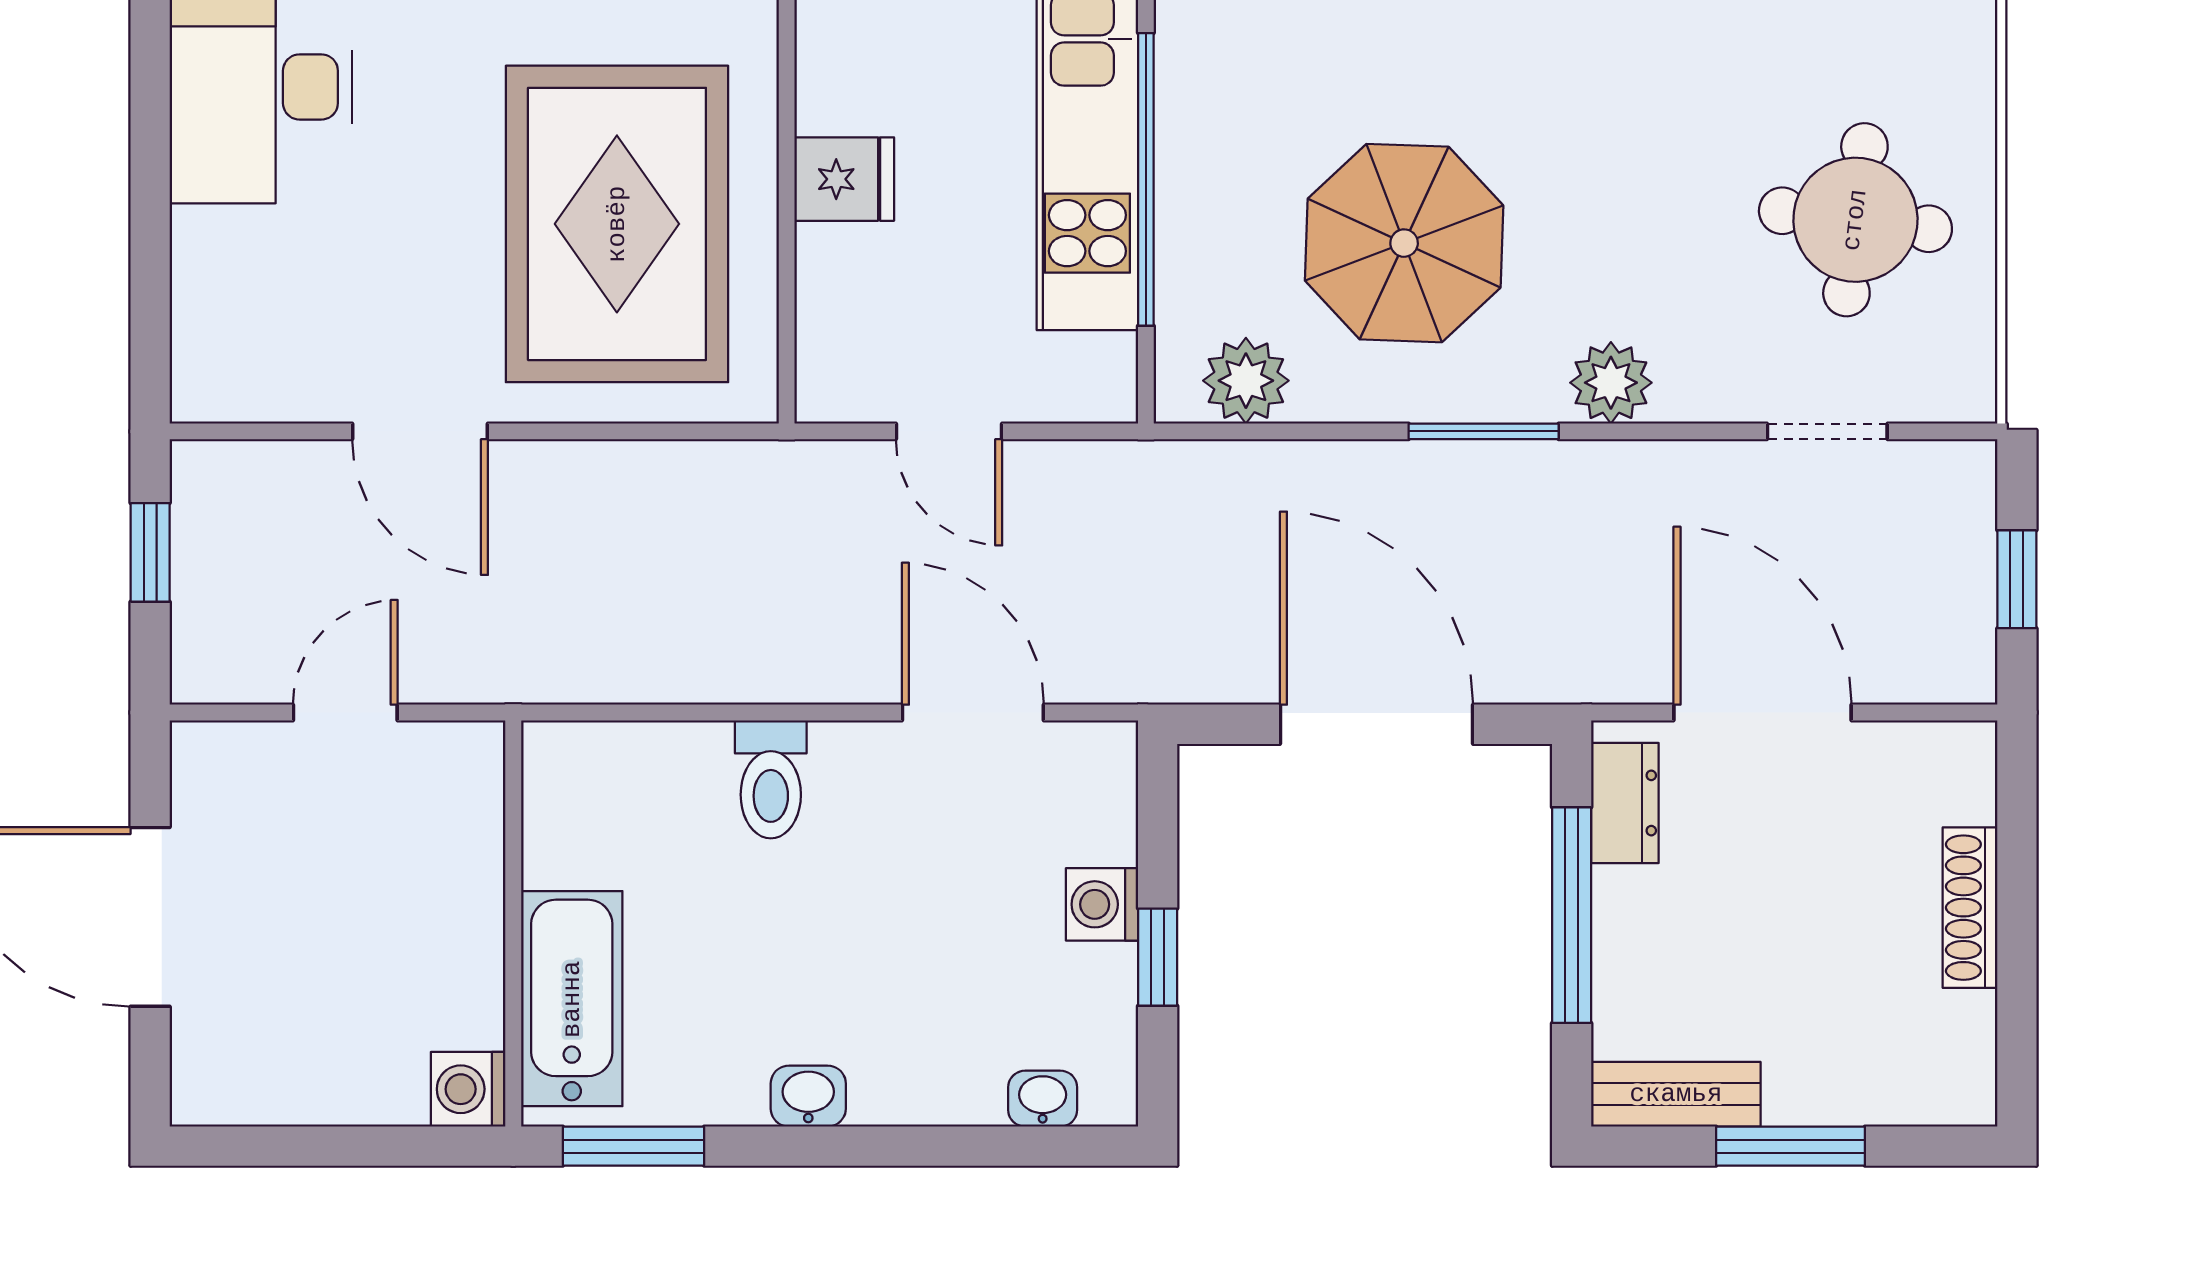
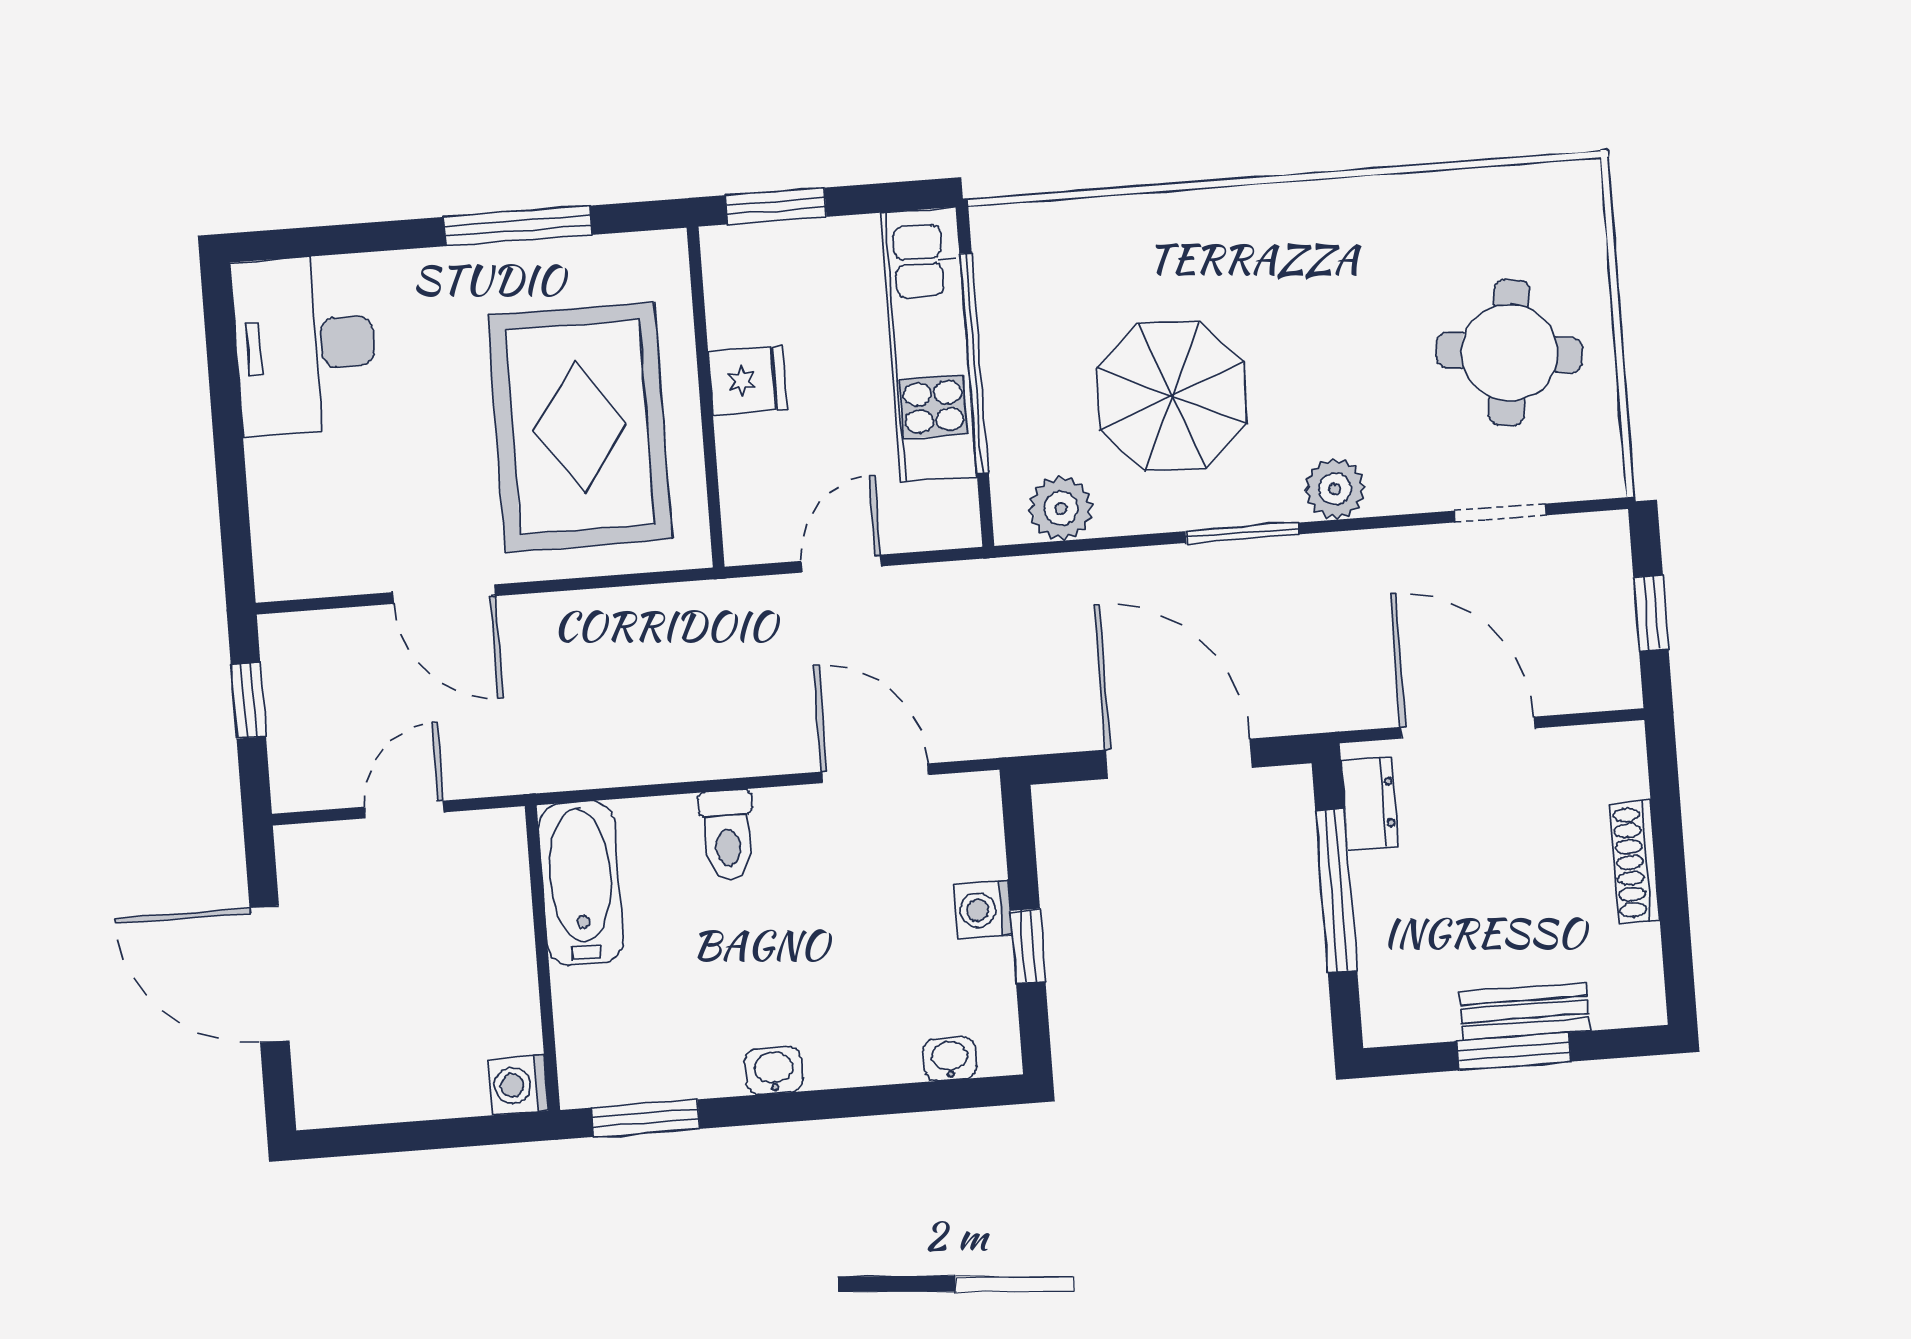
door: (949, 431) -> (841, 564), swing flipped
bathtub: (572, 999) -> (581, 883), moved
bench: (1676, 1094) -> (1525, 1011), moved

